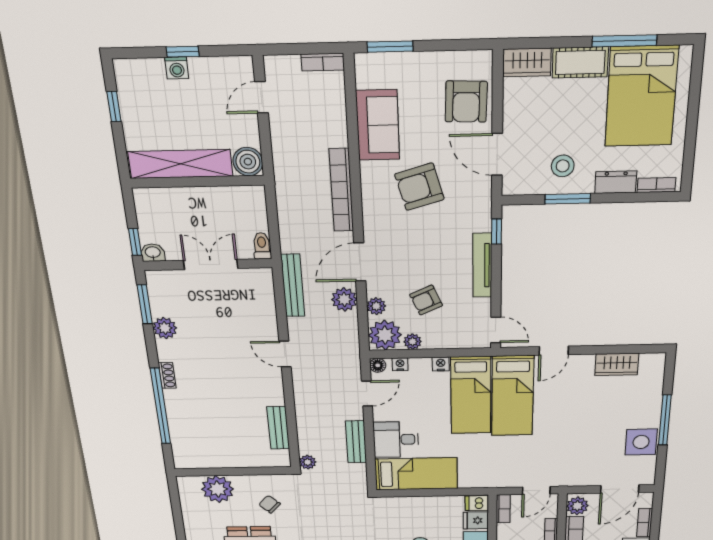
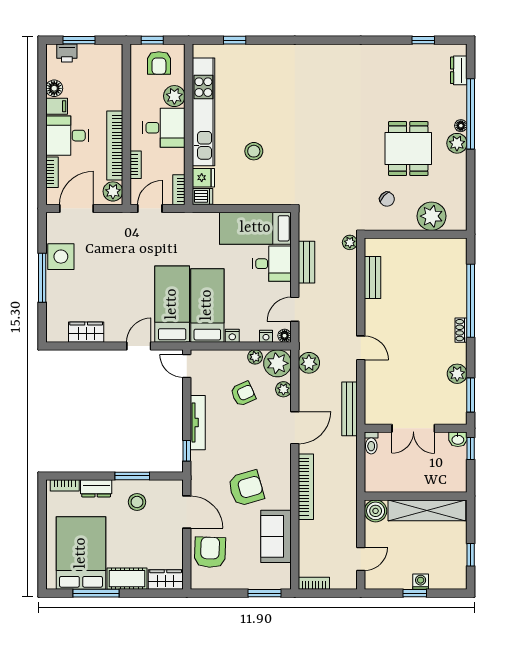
plant: (344, 299) -> (309, 363), moved

